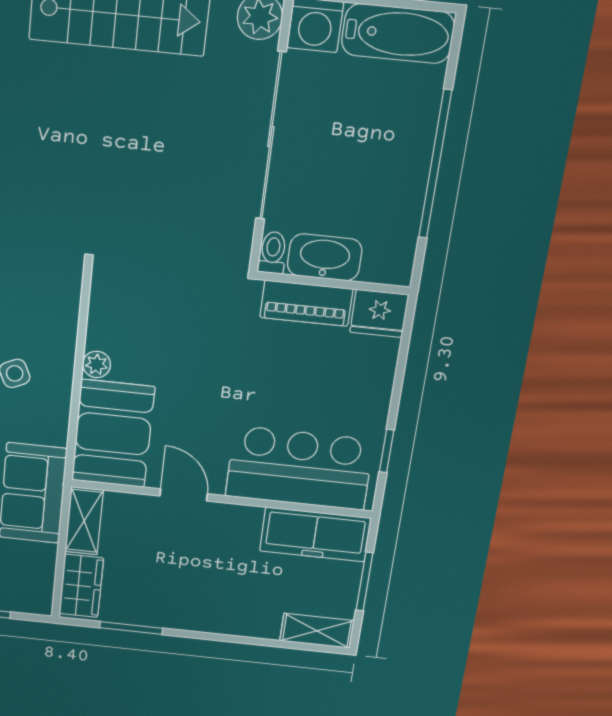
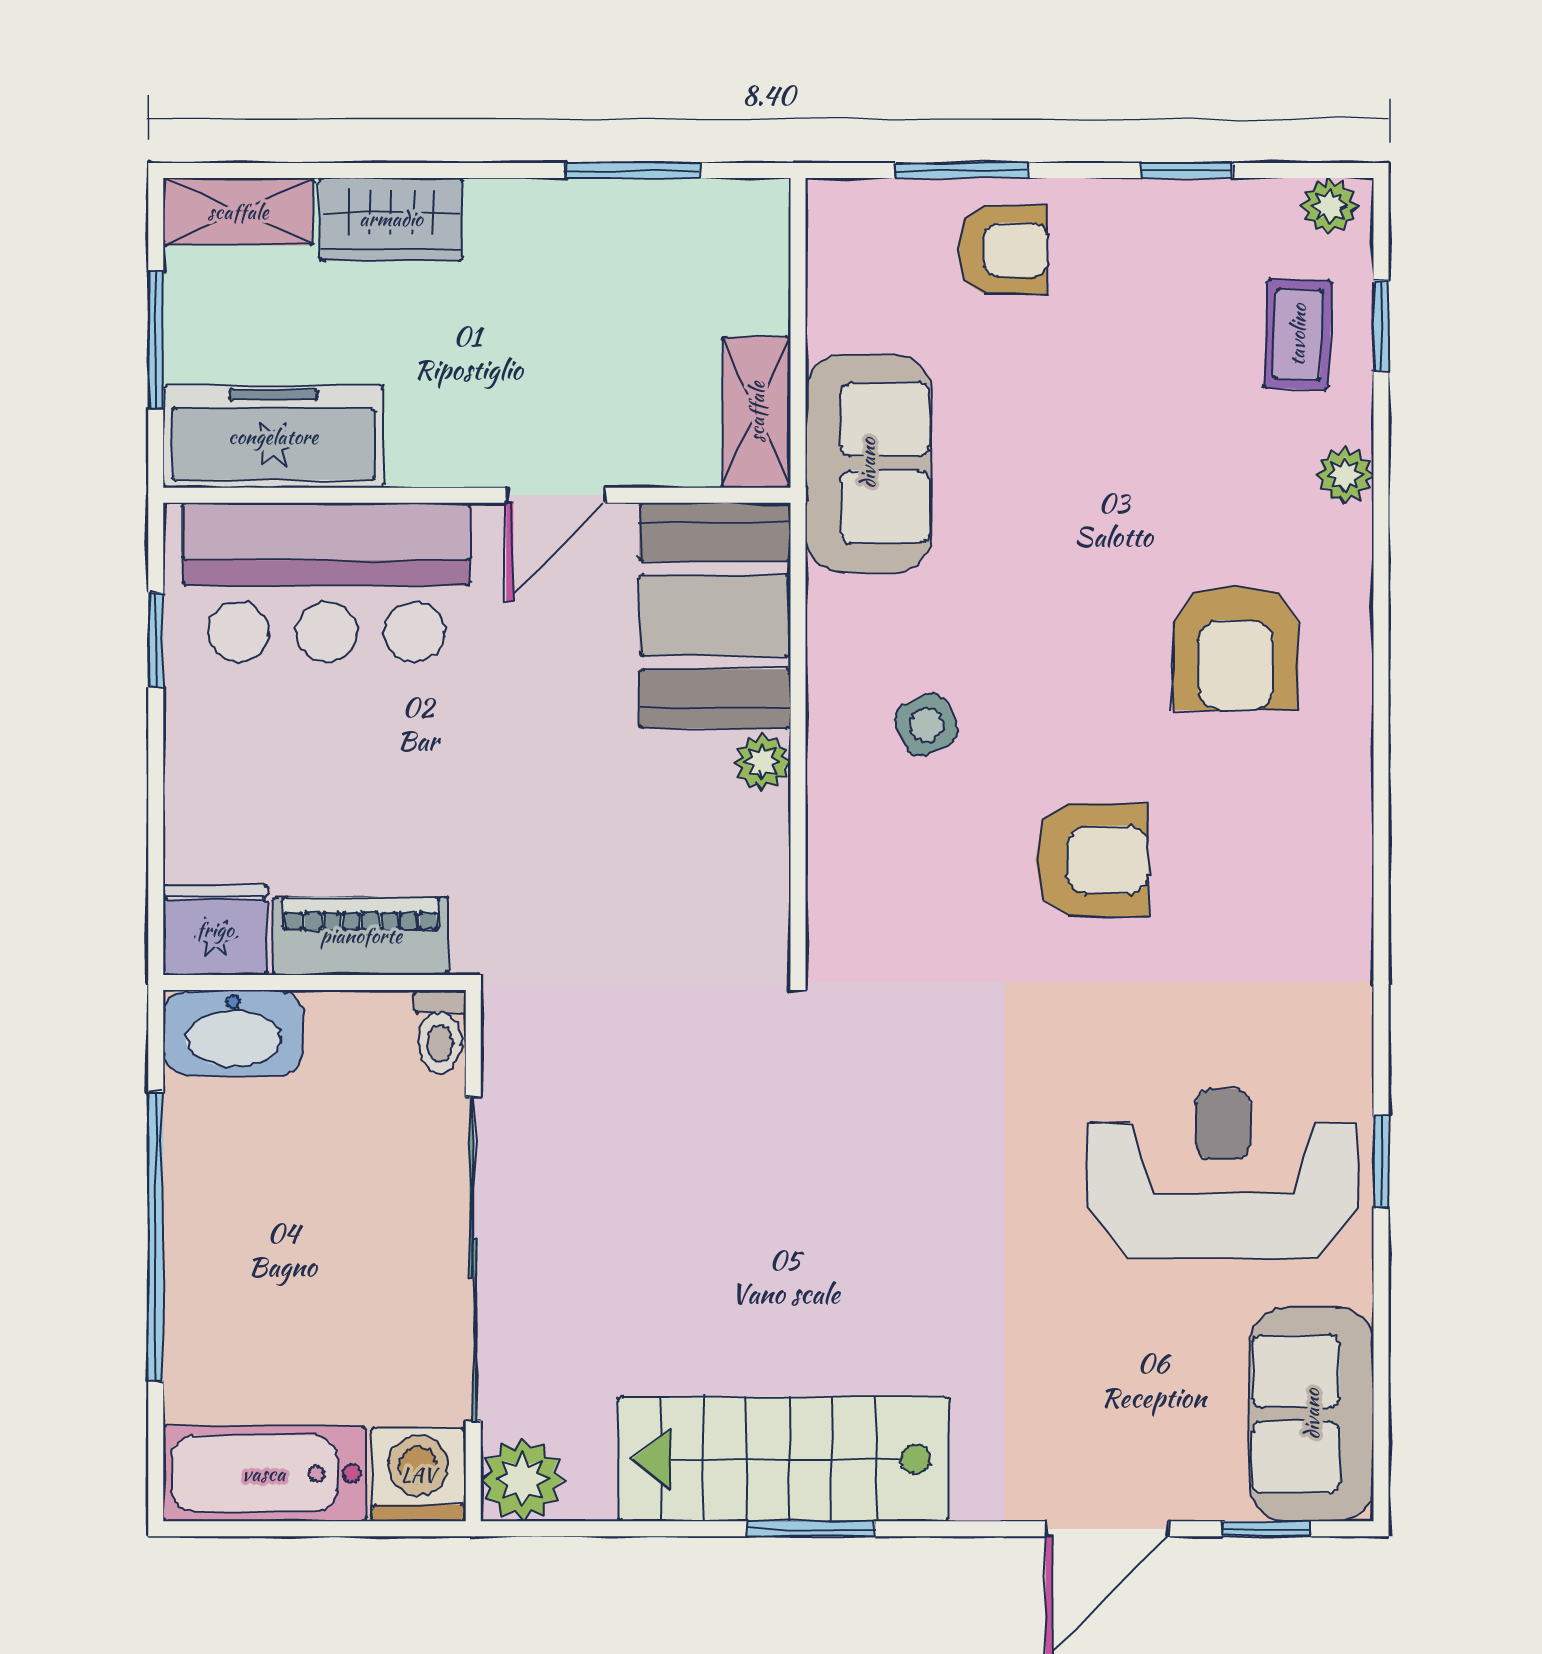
washbasin: (325, 257) -> (233, 1033), moved
door: (184, 495) -> (556, 495), hinge flipped
wardrobe: (81, 586) -> (391, 219), moved, turned -90

